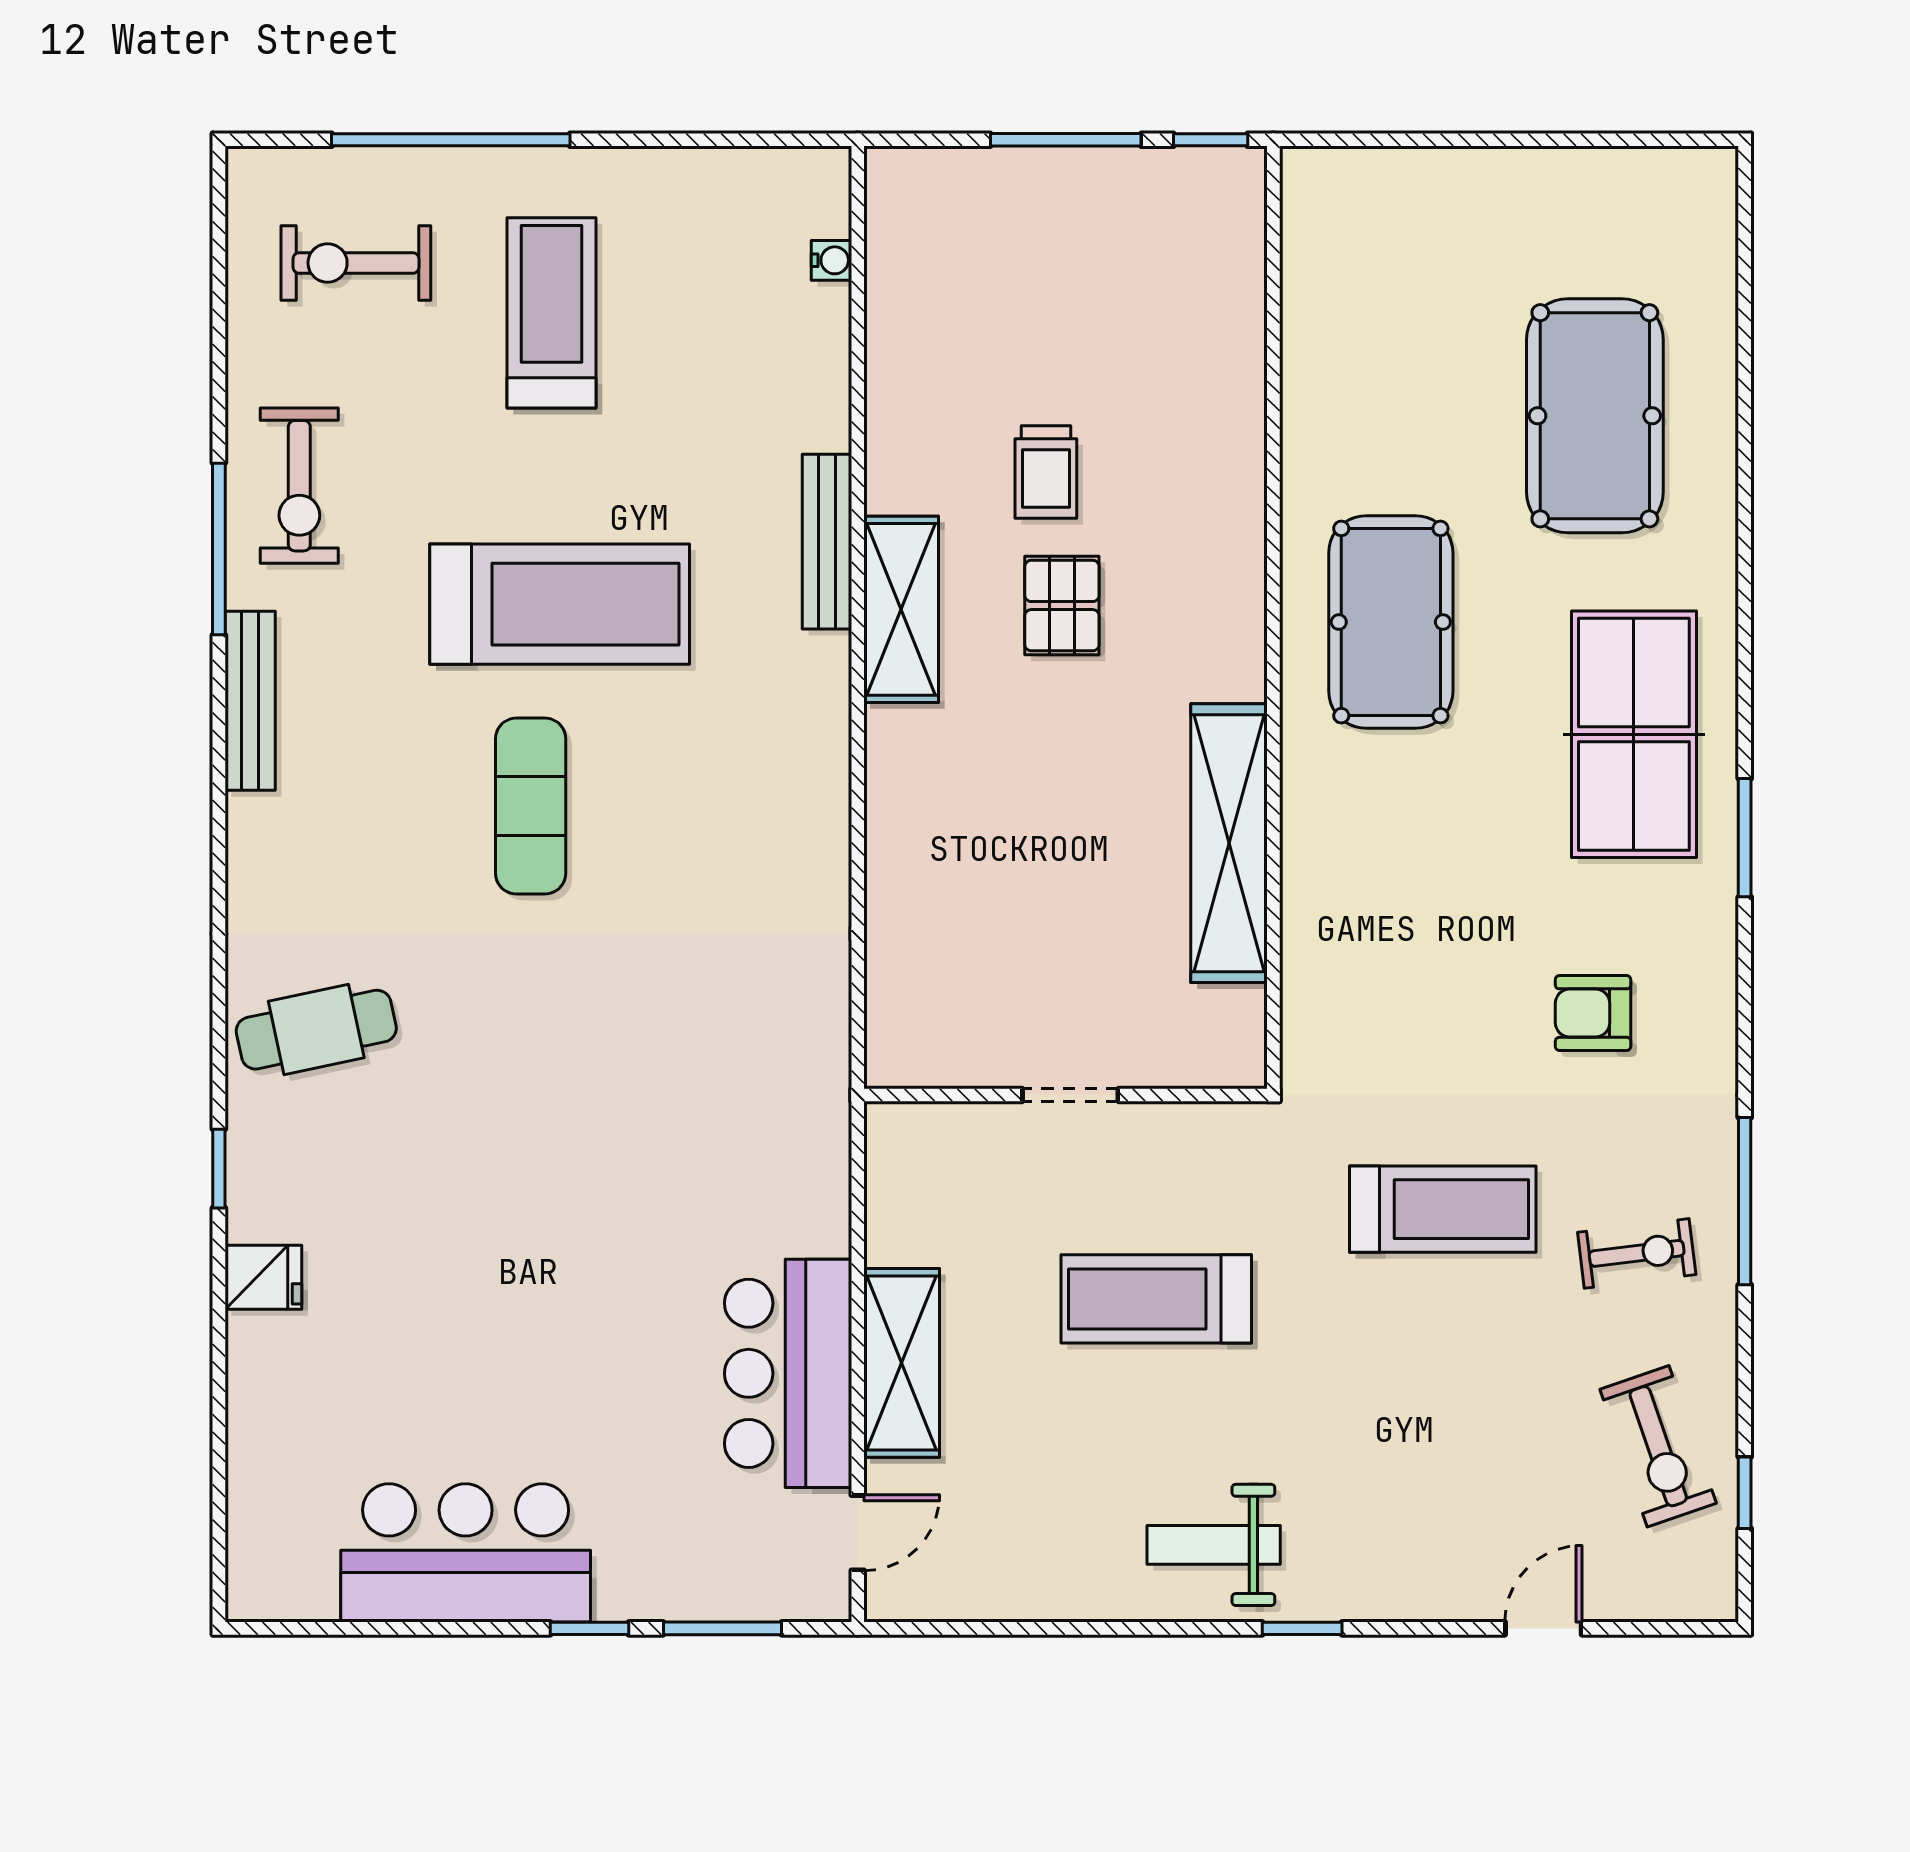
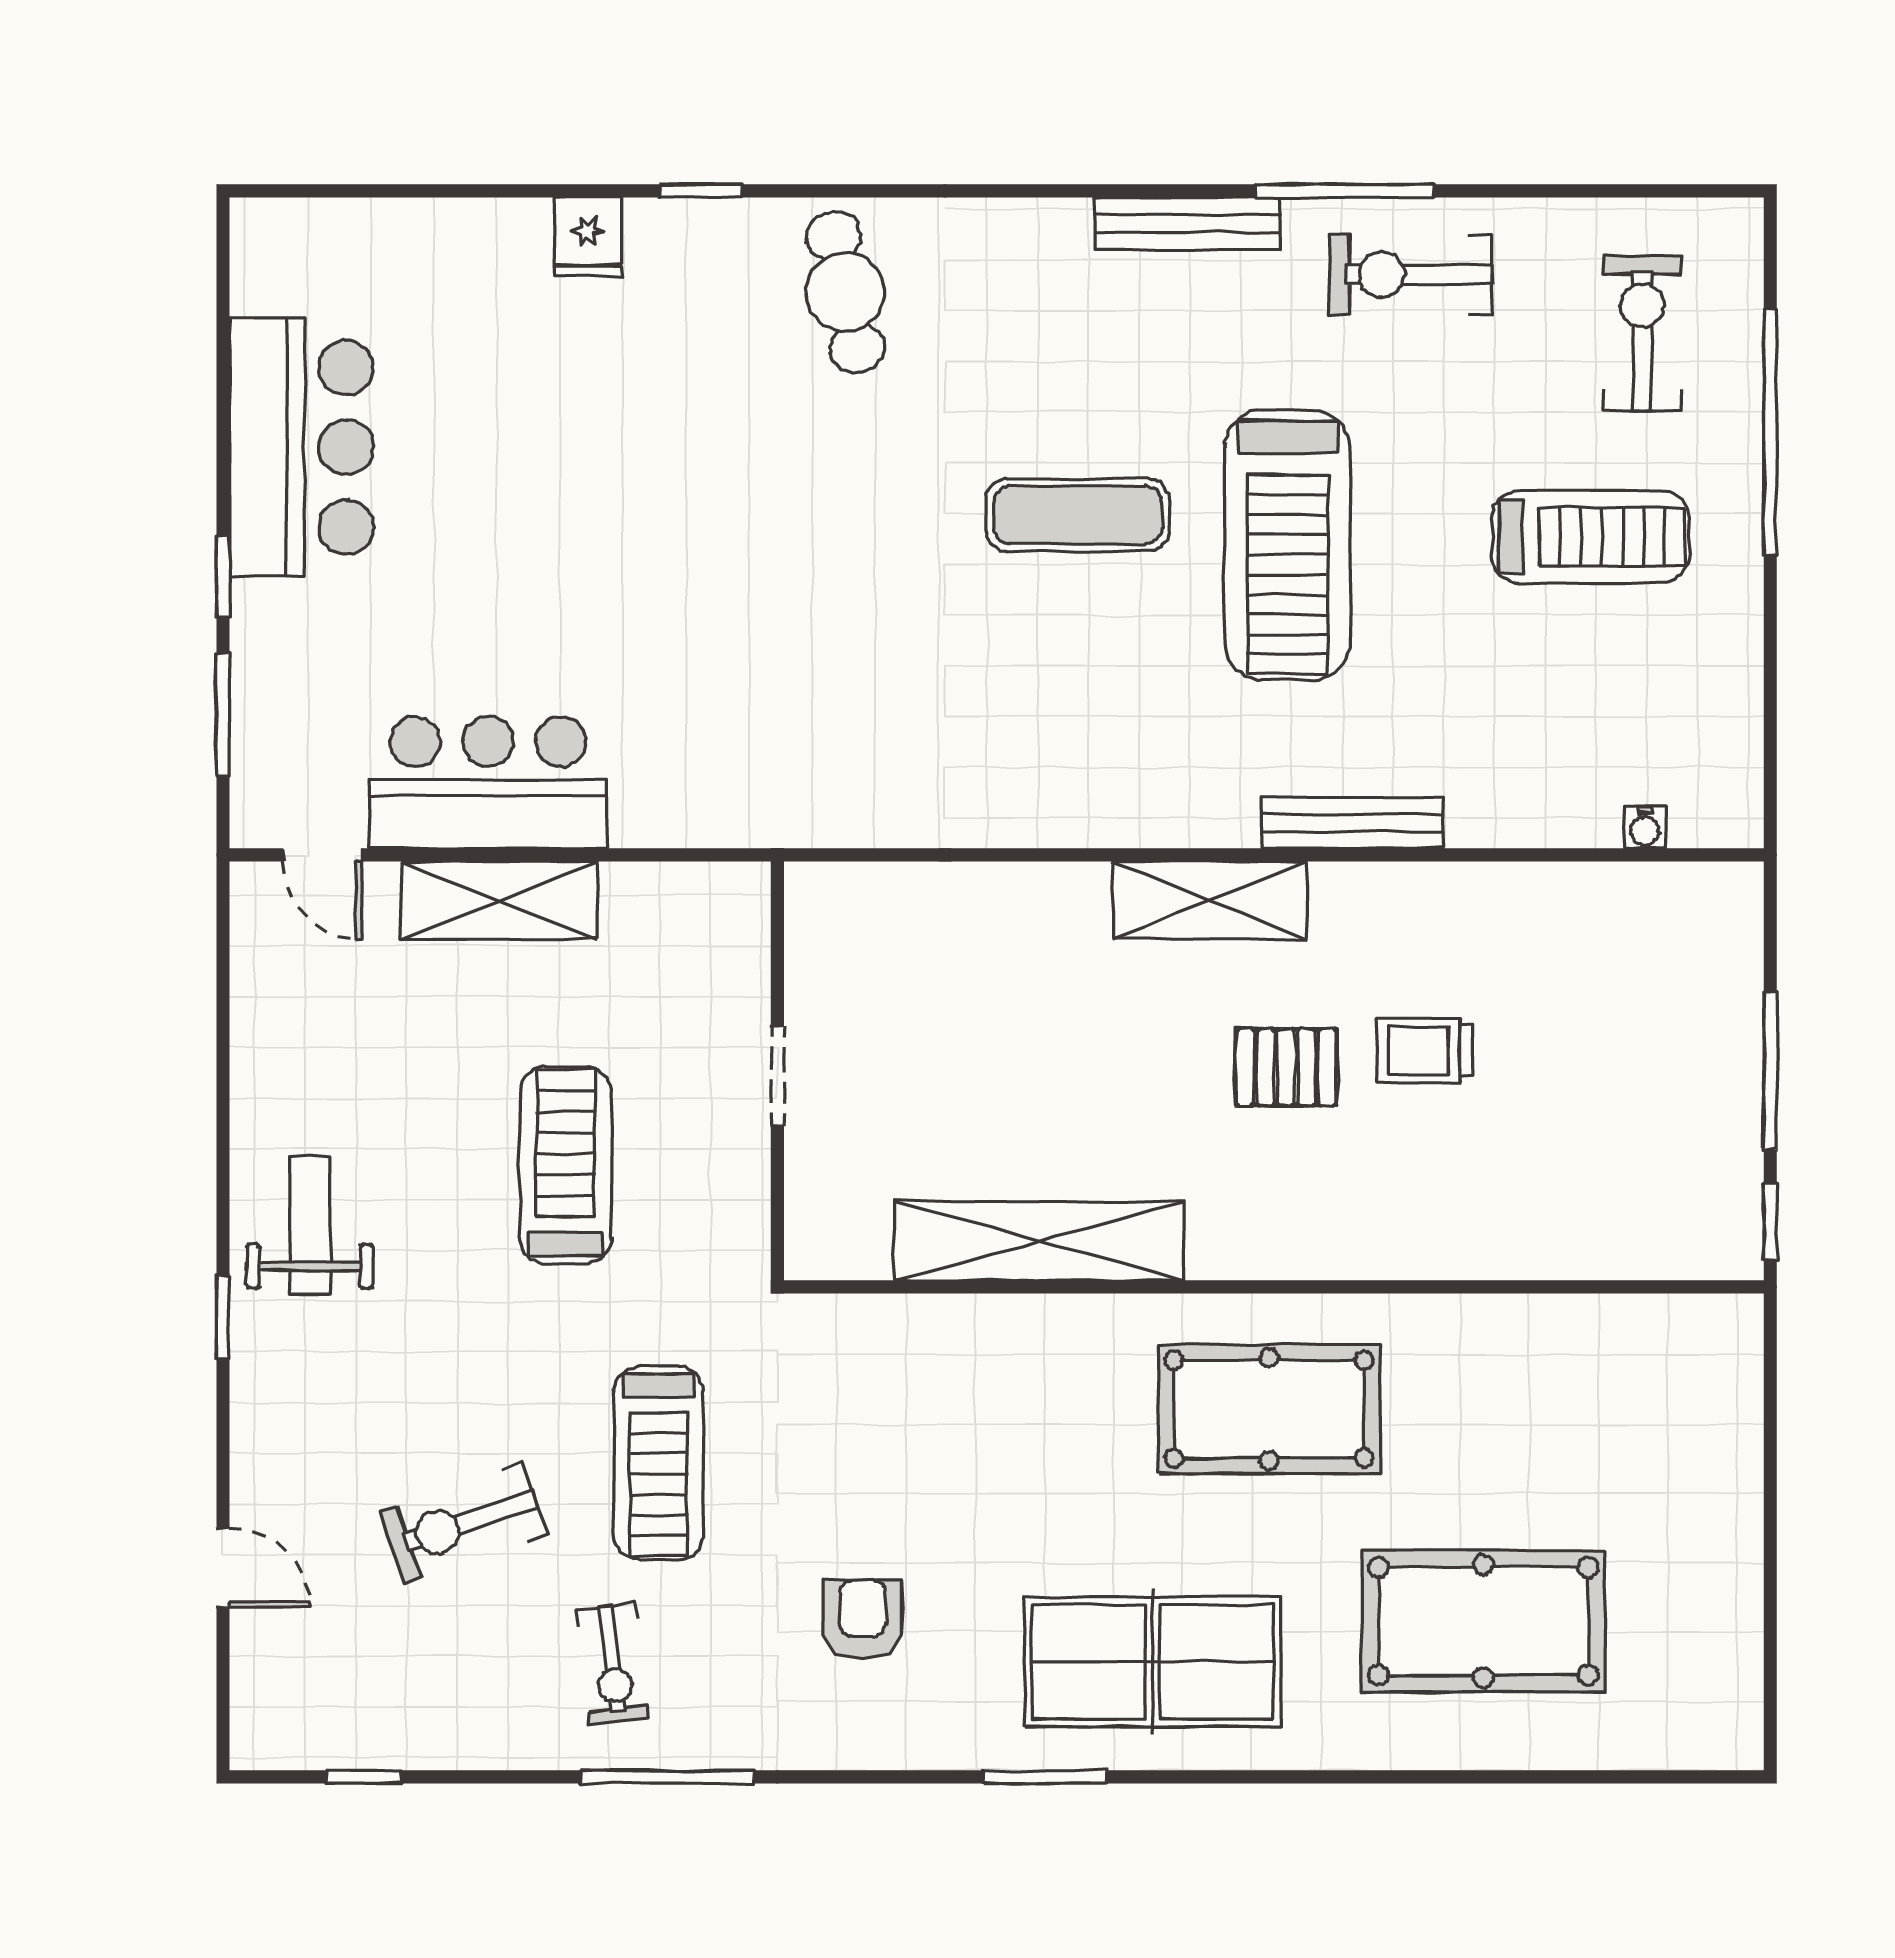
shelving: (901, 609) -> (1210, 900), moved
exercise bike: (1658, 1446) -> (463, 1523), moved

